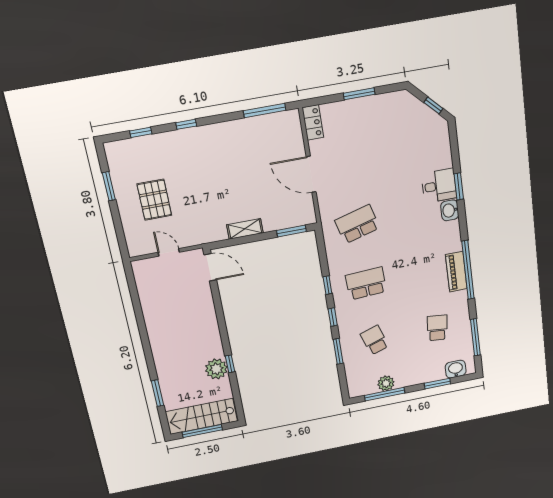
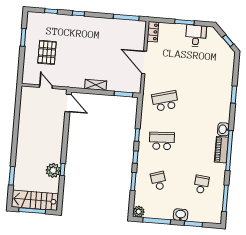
desk: (439, 186) -> (196, 36), moved, turned -90
washbasin: (450, 210) -> (223, 129), moved
washbasin: (456, 369) -> (181, 215), moved
plant: (386, 383) -> (139, 212), moved

